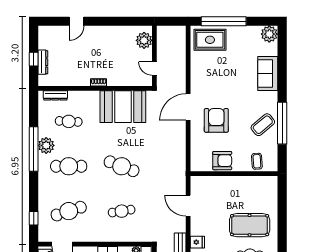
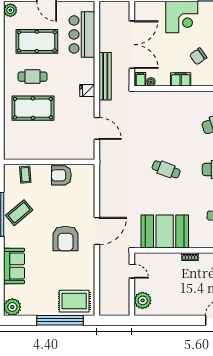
armchair: (216, 120) -> (65, 239), moved
cafe table: (122, 166) -> (166, 169), width x0.73, depth x0.74
cafe table: (122, 211) -> (166, 123), removed

